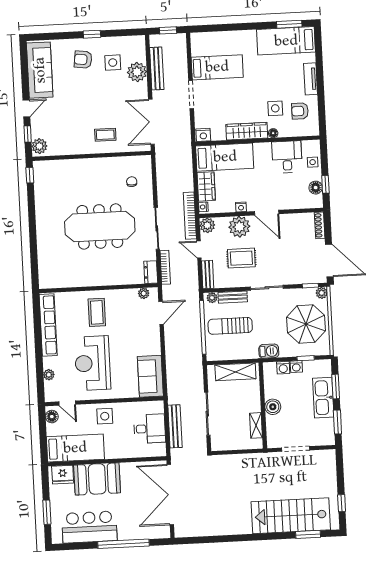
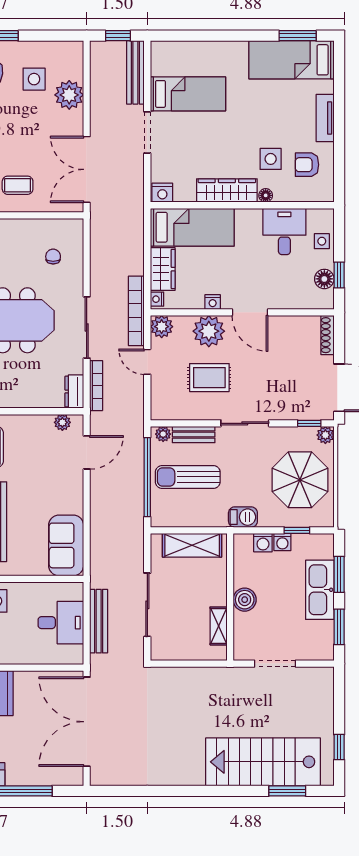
bench: (157, 68) -> (135, 72), moved
bench: (208, 275) -> (158, 399), removed

